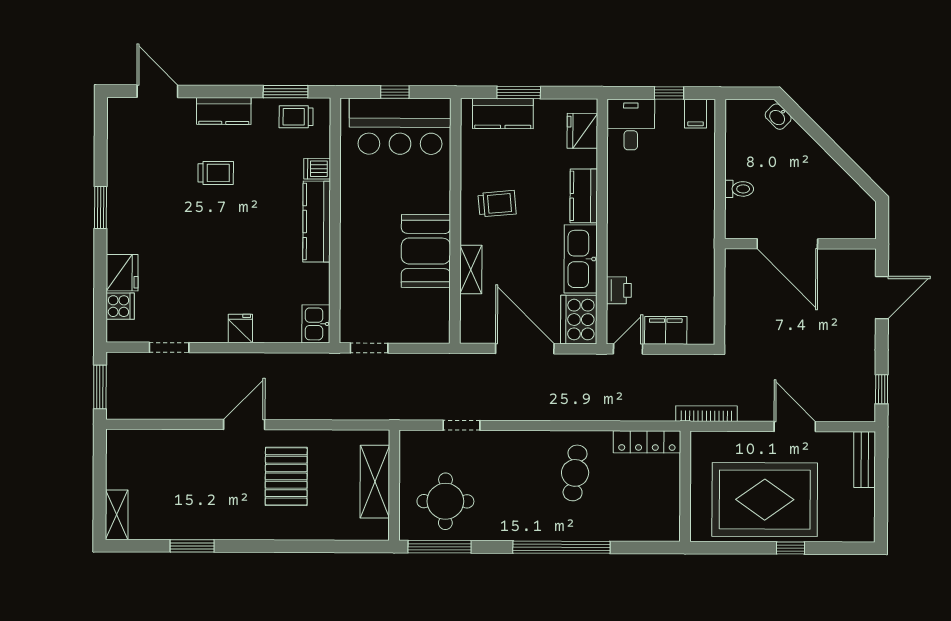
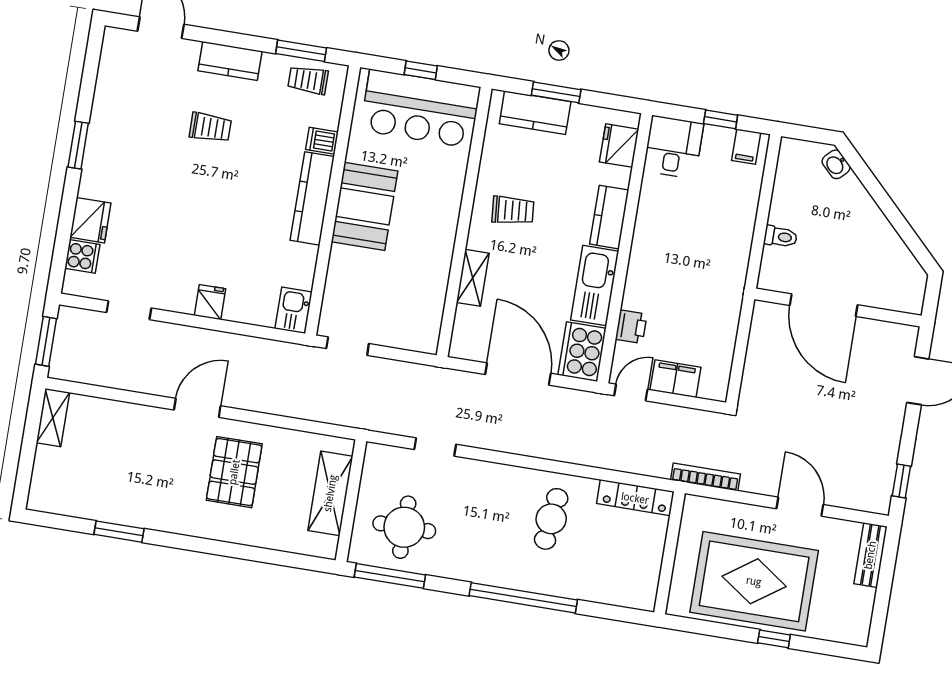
booth: (426, 251) -> (364, 206), moved
shelving: (117, 515) -> (53, 418), moved

